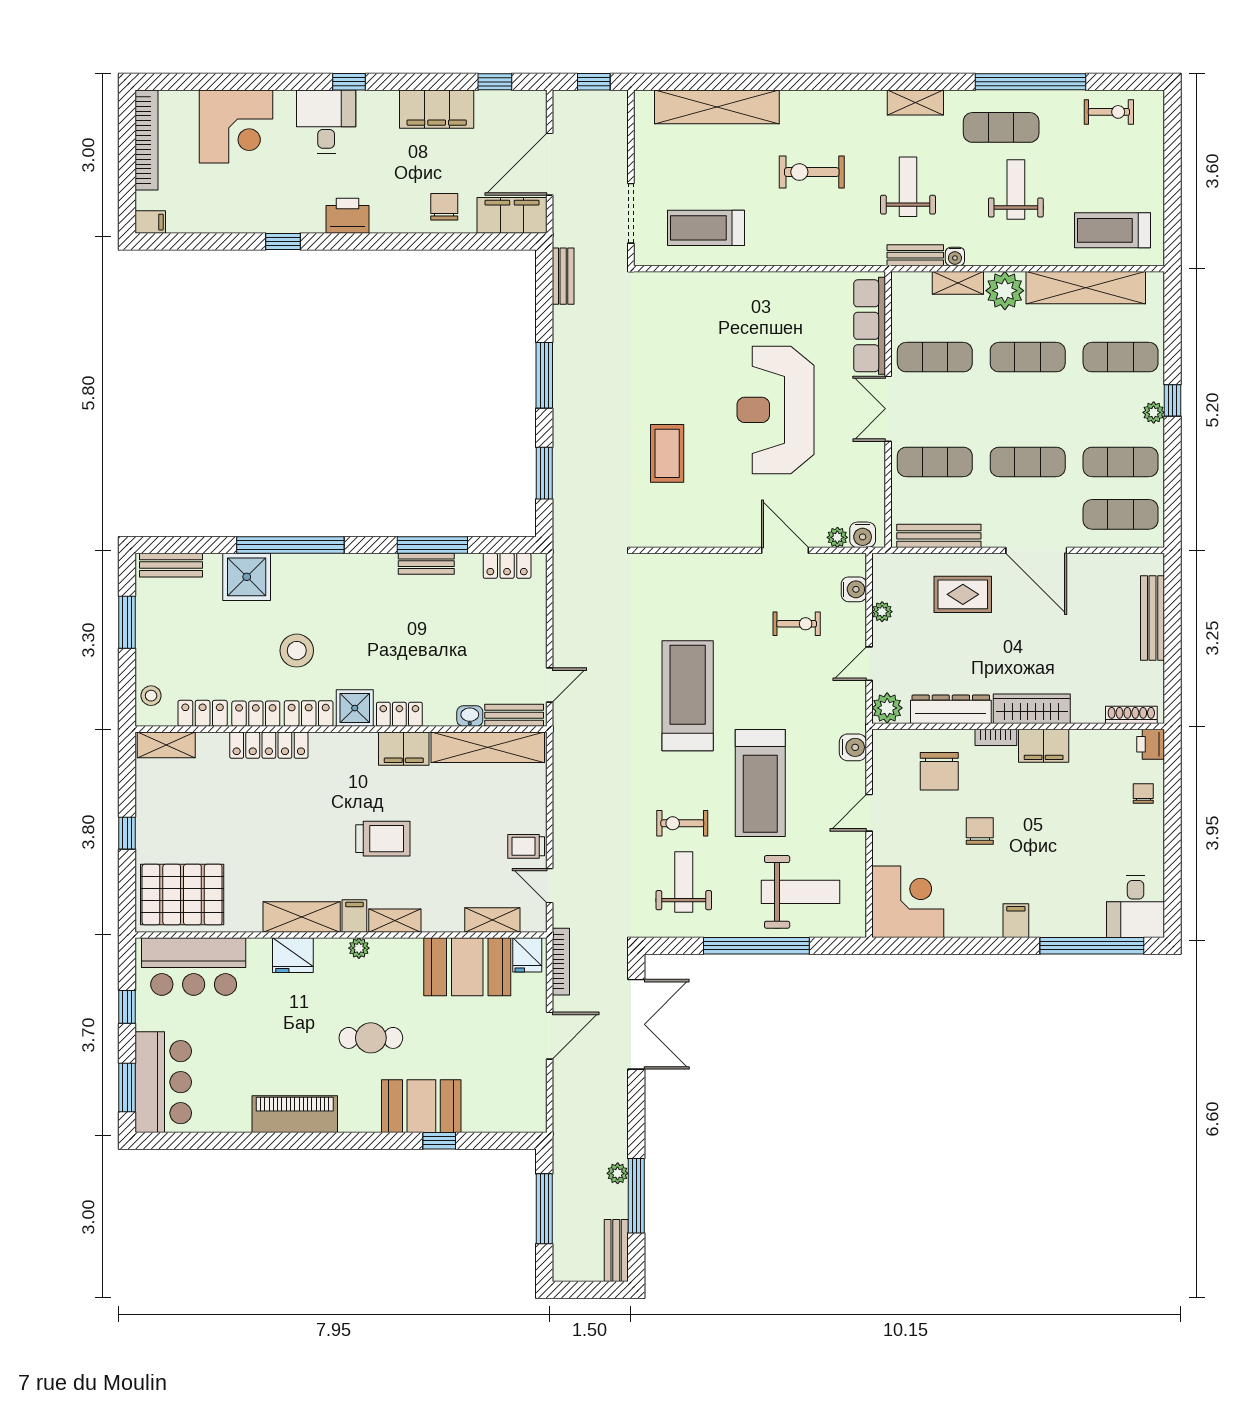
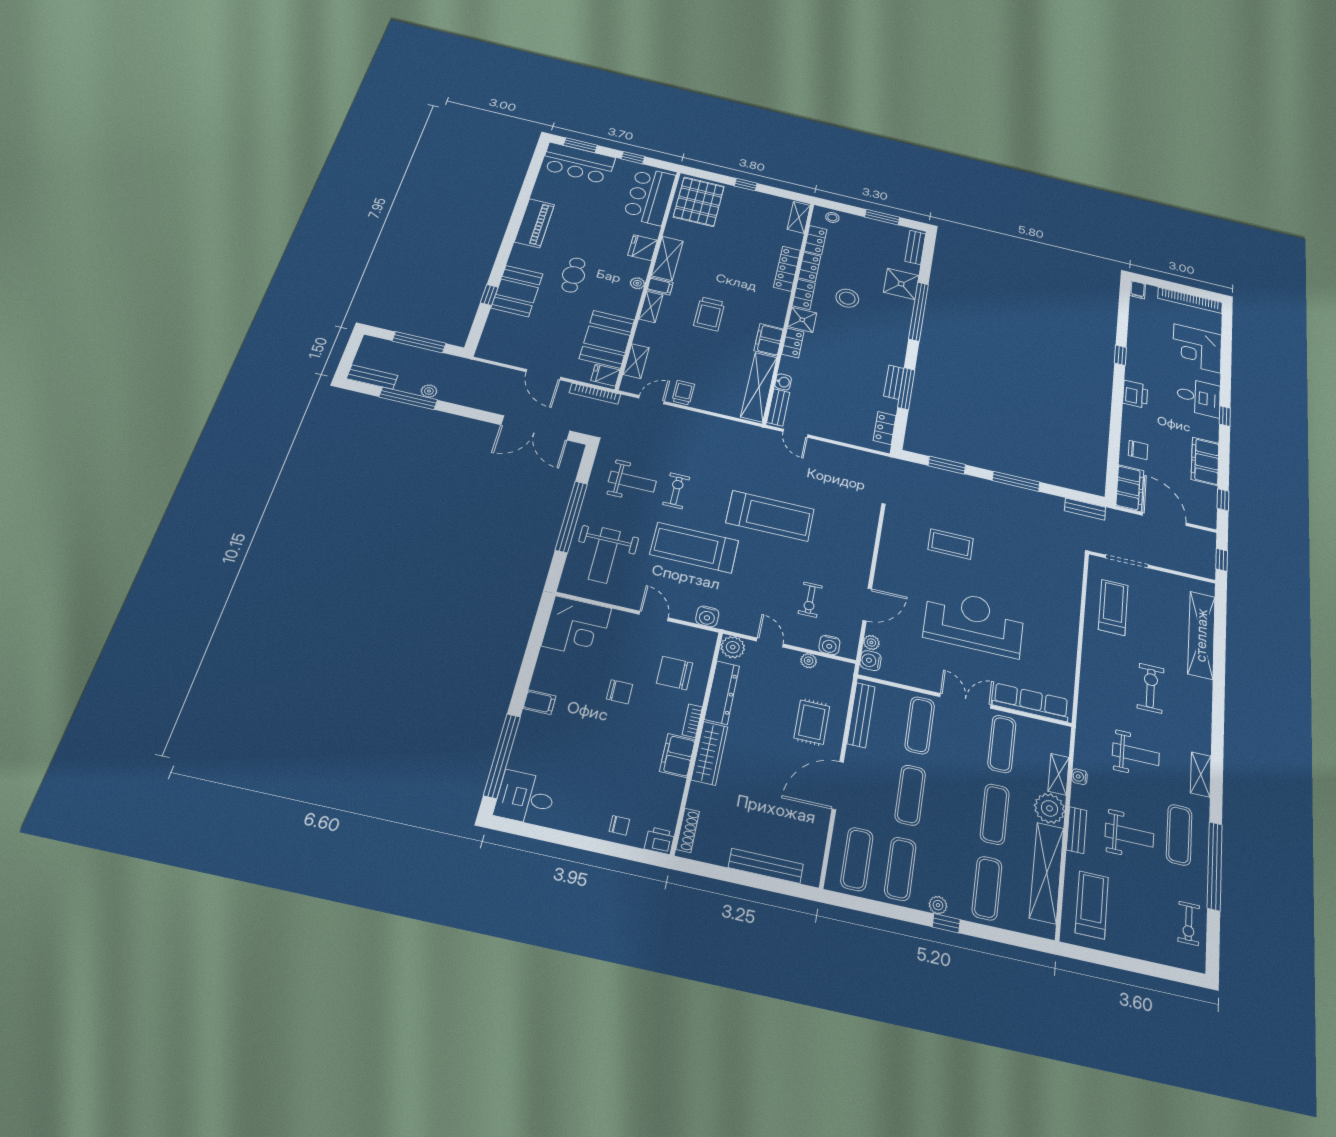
bench: (915, 255) -> (1076, 830), moved

